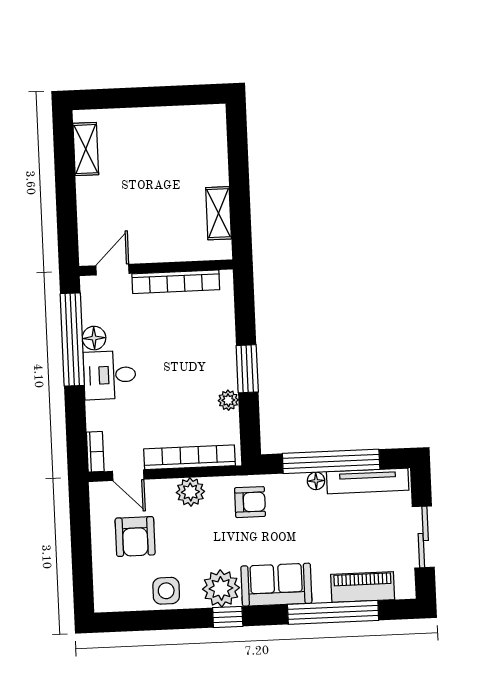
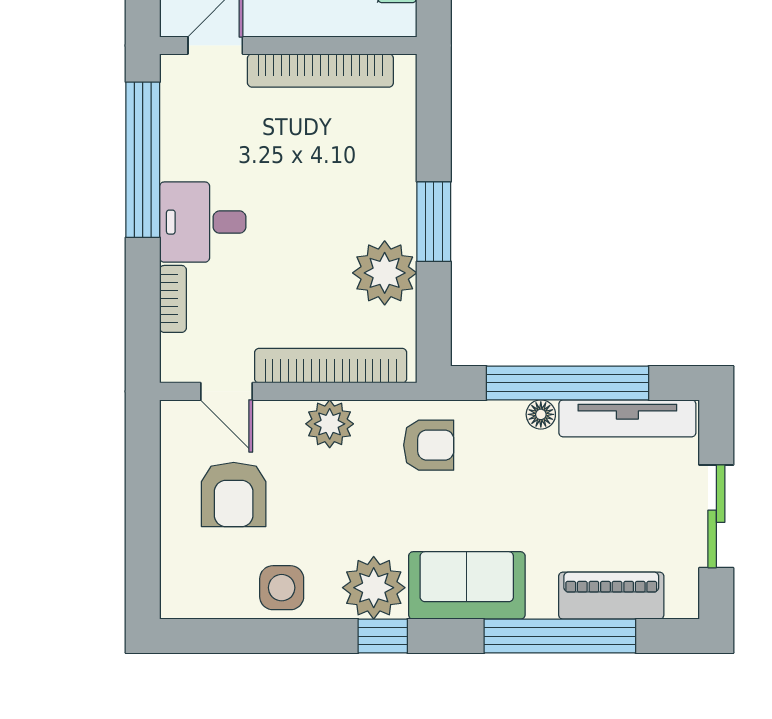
floor lamp: (94, 338) -> (179, 159), removed
plant: (228, 400) -> (385, 273), width x1.88, depth x1.88
bookcase: (95, 452) -> (173, 299), moved

